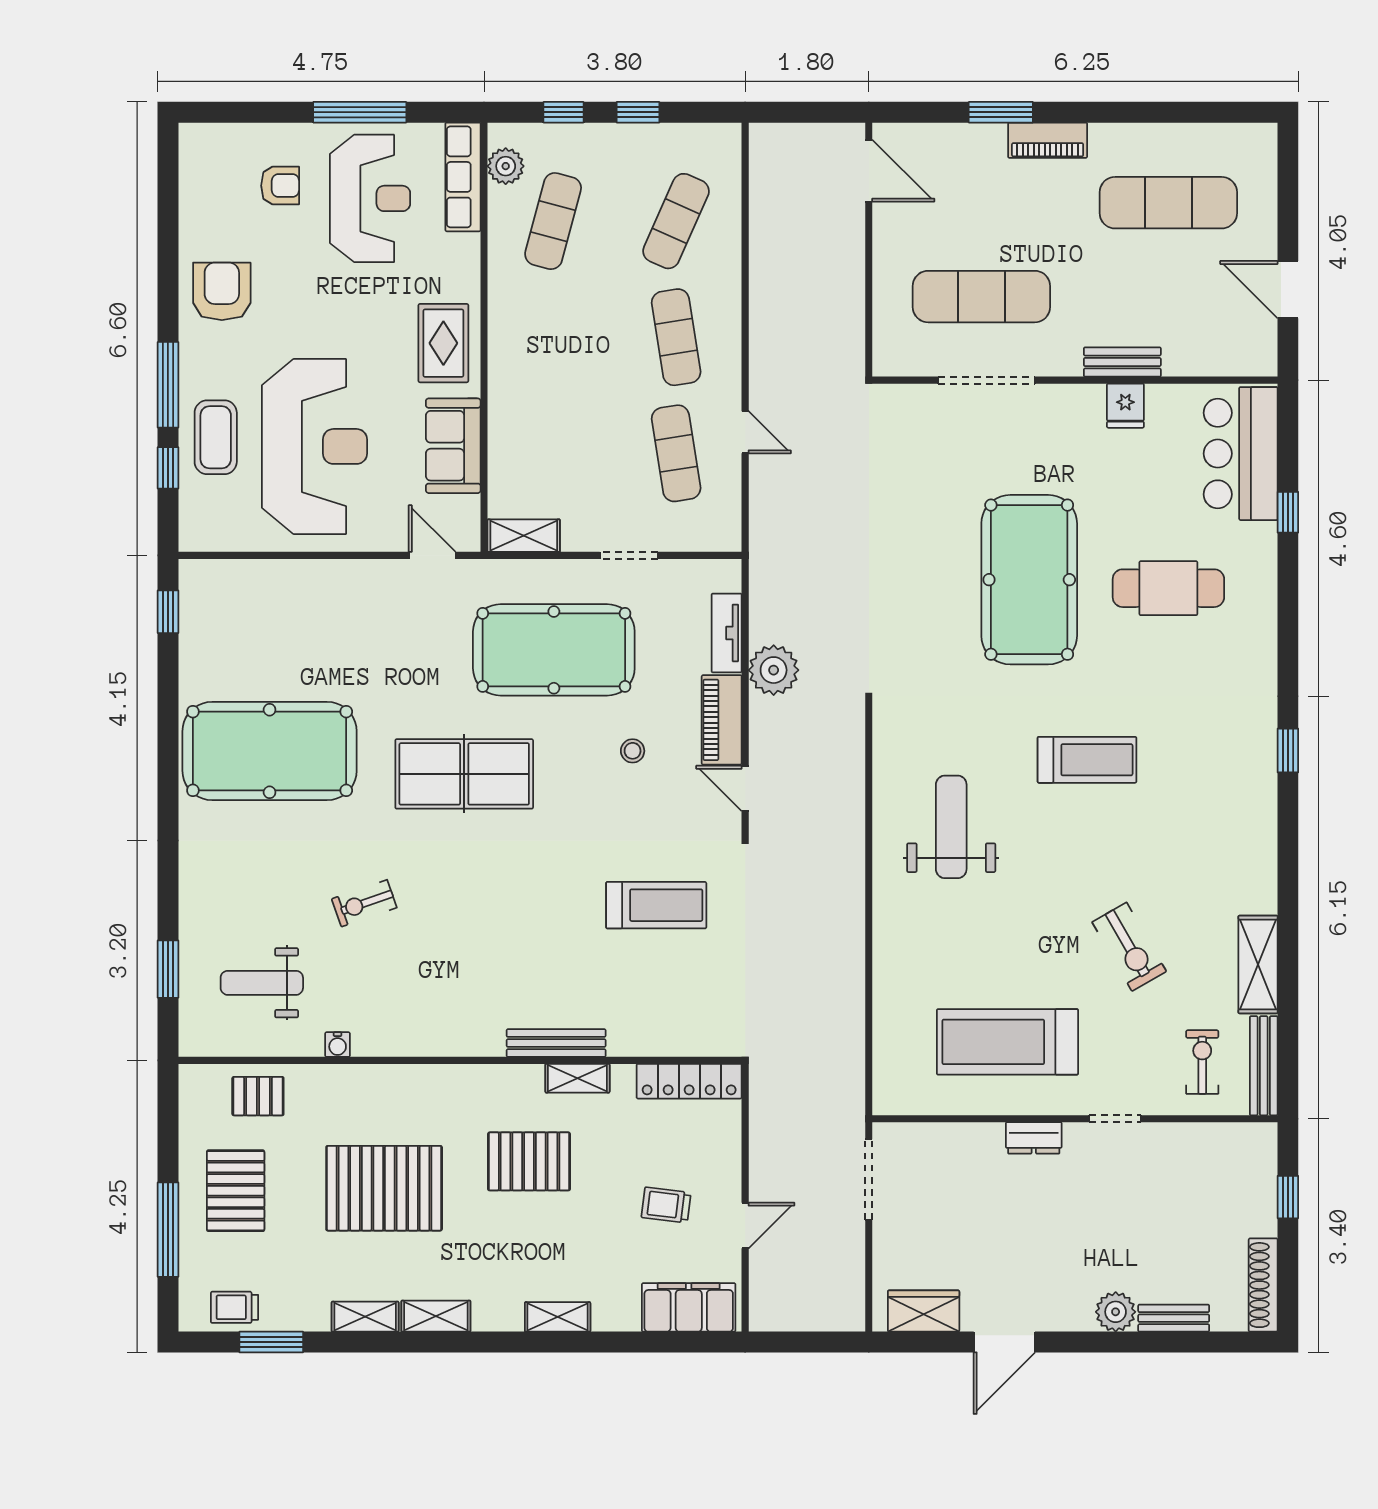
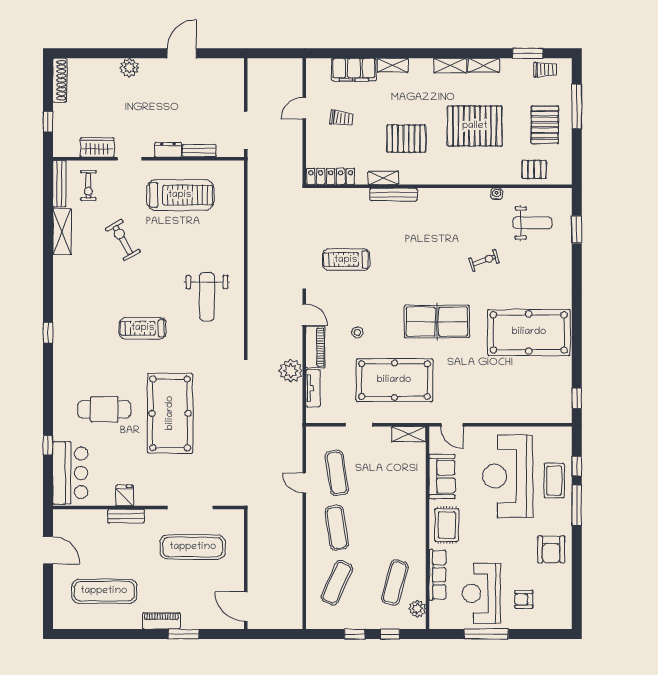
row of seats: (463, 177) -> (437, 575), moved
filing cabinet: (689, 1307) -> (354, 70), moved
wardrobe: (924, 1311) -> (97, 147), moved, turned 180
bench: (1174, 1318) -> (199, 151), moved

